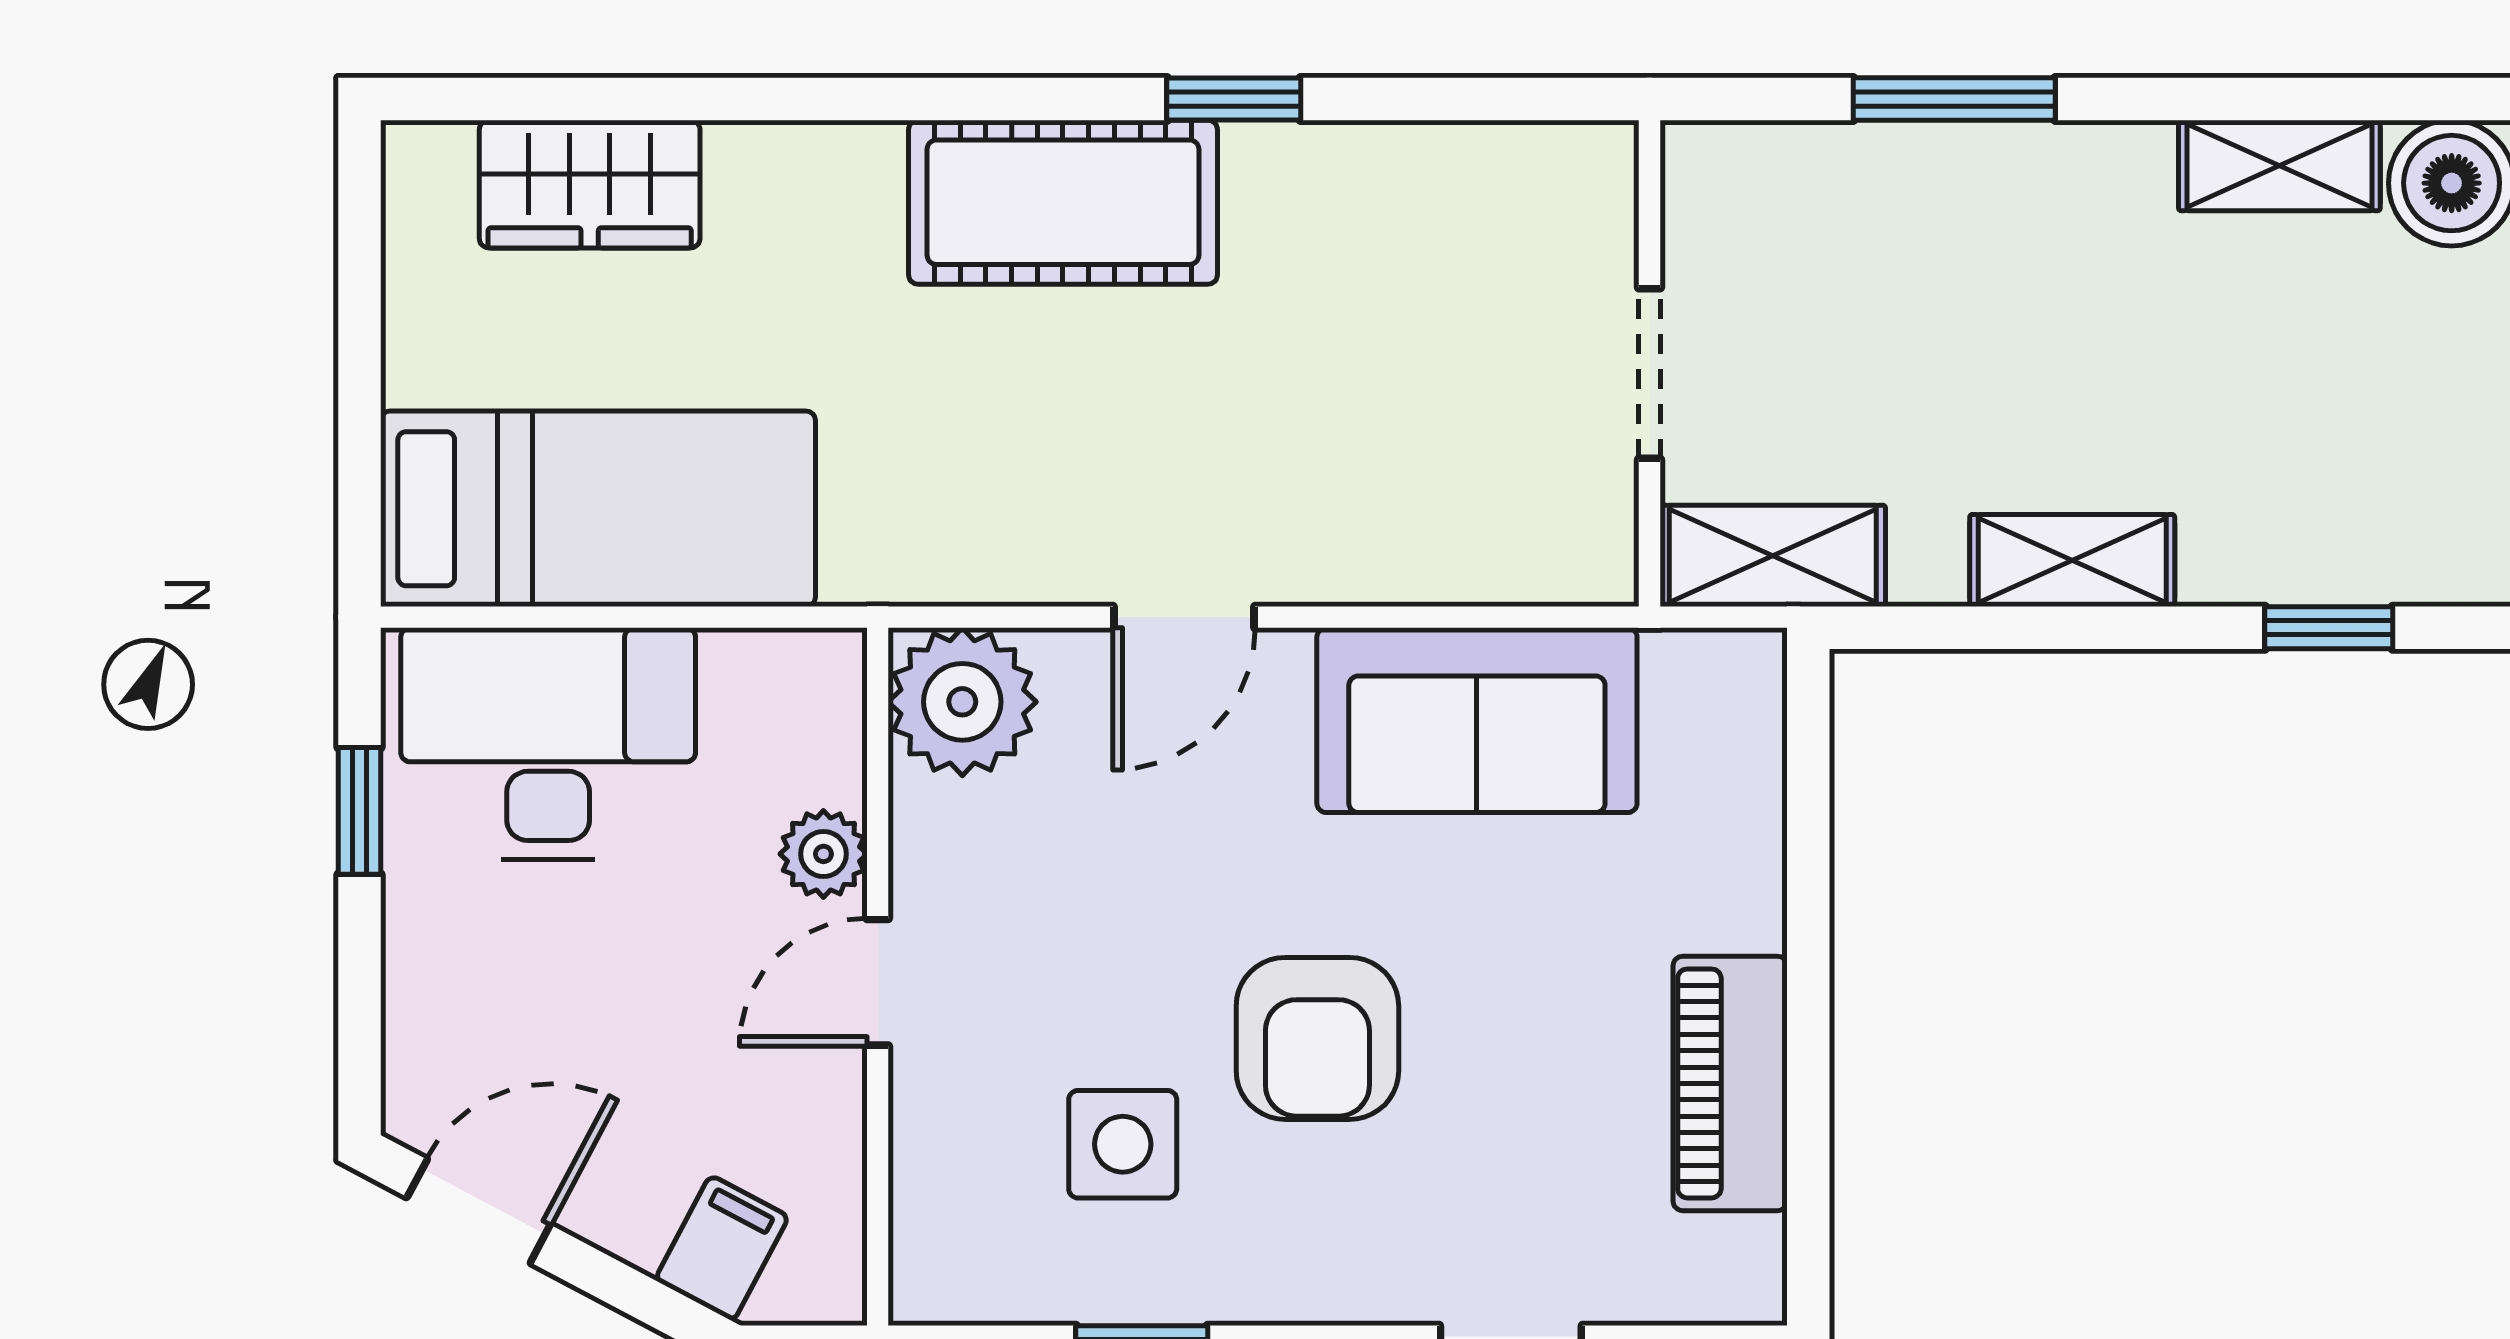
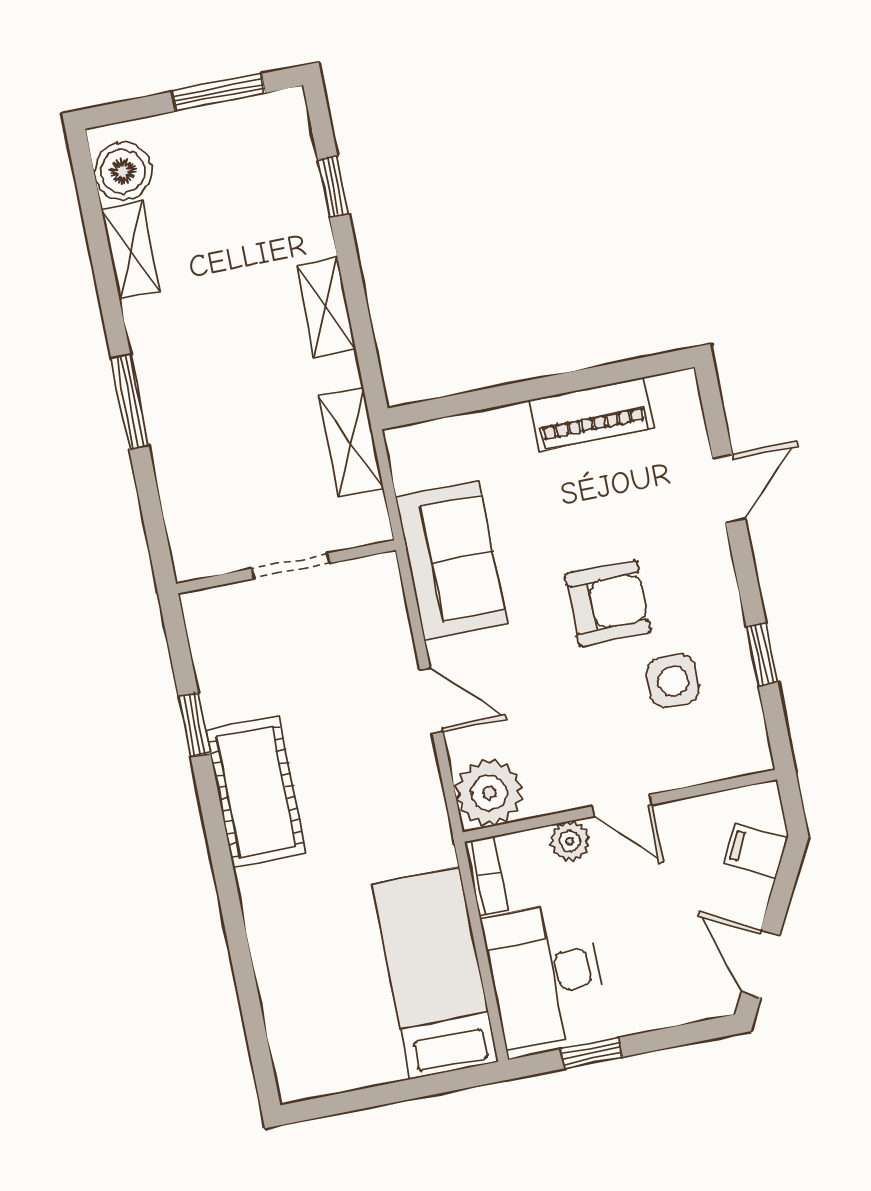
wardrobe: (590, 184) -> (290, 1006), removed
wall: (1650, 363) -> (286, 567), moved
doorway: (1650, 373) -> (291, 566), moved
bookcase: (785, 660) -> (486, 875), added

